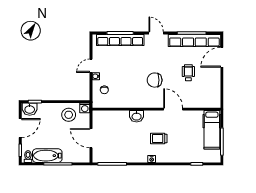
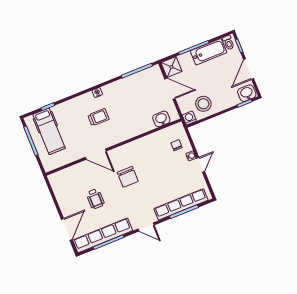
chair: (155, 80) -> (128, 177), turned 90
washbasin: (137, 116) -> (161, 119), moved
hospital bed: (212, 130) -> (49, 131), moved, turned 180
shower: (83, 155) -> (172, 67), added

